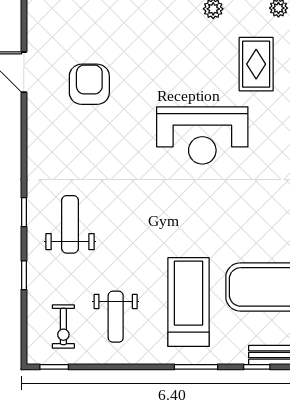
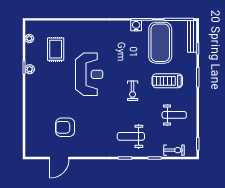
rug: (256, 64) -> (56, 49), turned 90
exercise bike: (167, 228) -> (133, 91), added
treadmill: (188, 302) -> (167, 81), width x0.73, depth x0.73
exercise bike: (63, 326) -> (174, 150), moved

